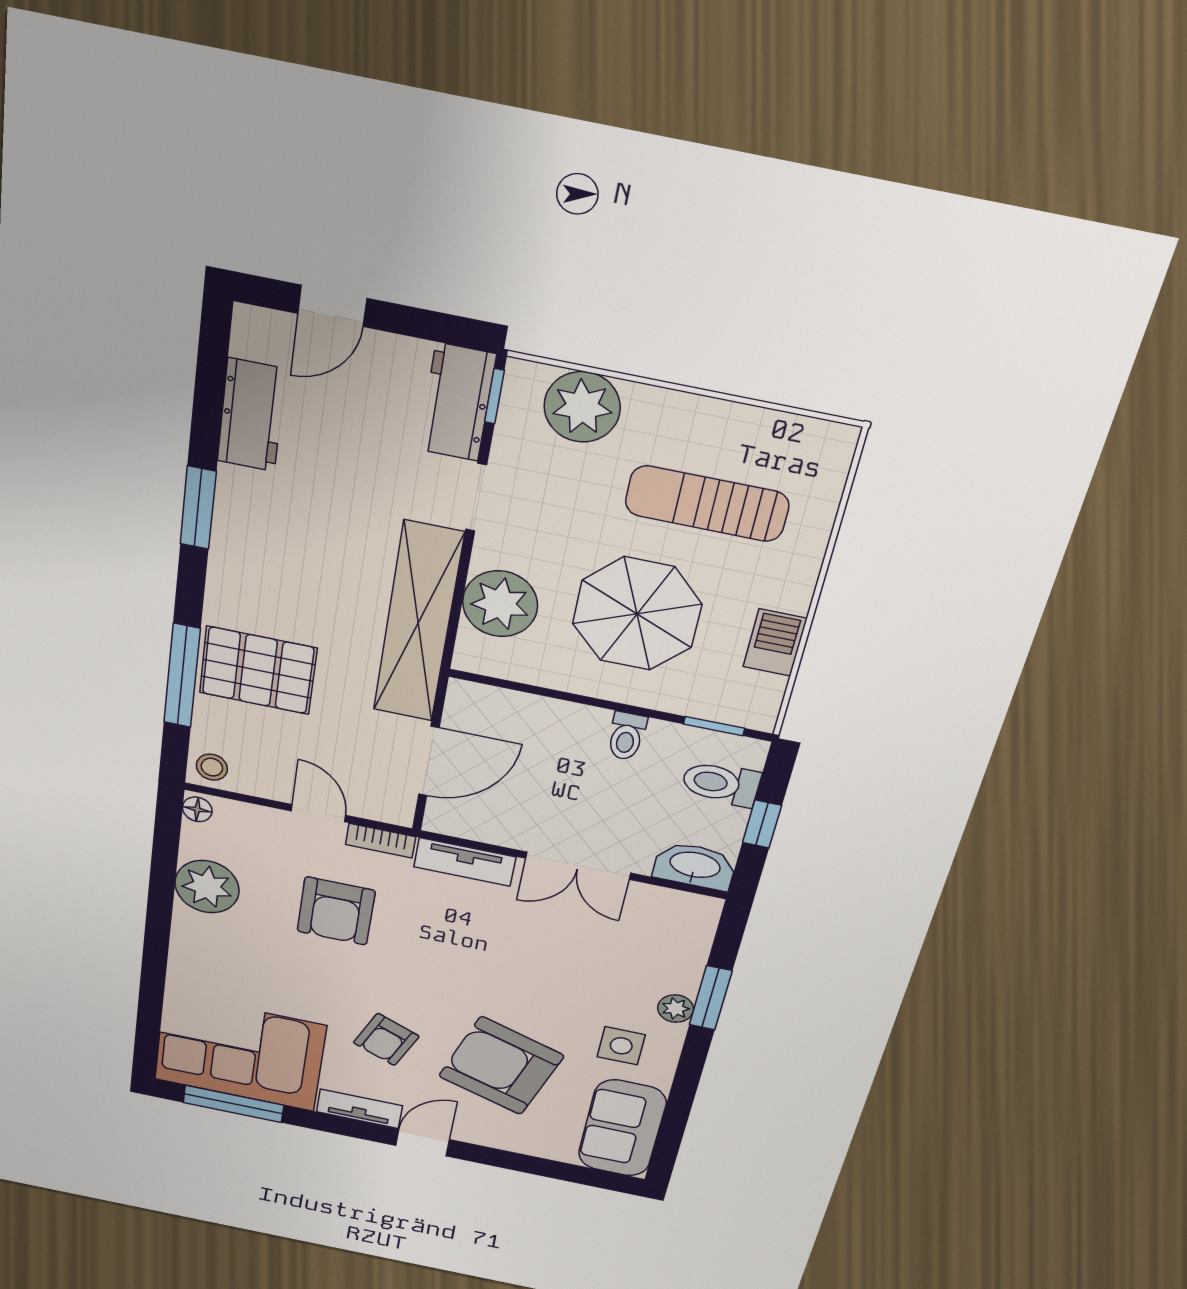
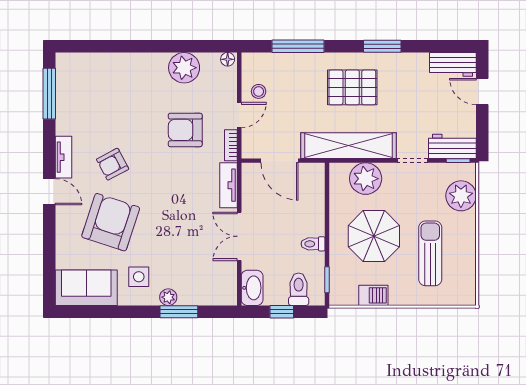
workbench: (251, 415) -> (453, 64), moved
pallet: (258, 670) -> (352, 87), moved, turned 90
stool: (212, 767) -> (259, 91), moved
armchair: (386, 1039) -> (113, 164), turned -51
corner sofa: (240, 1053) -> (85, 93), removed

